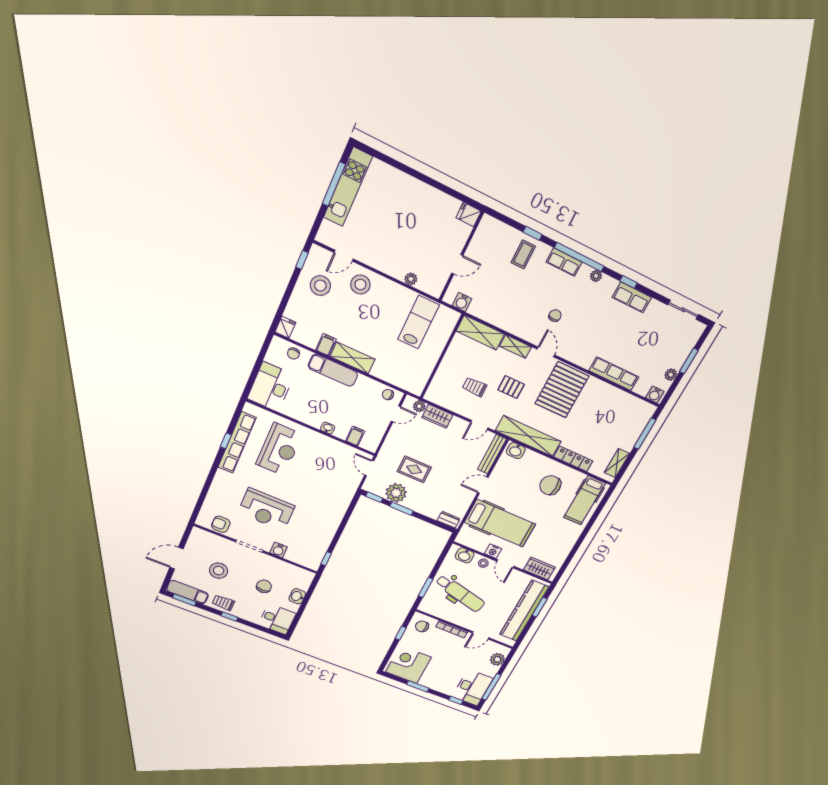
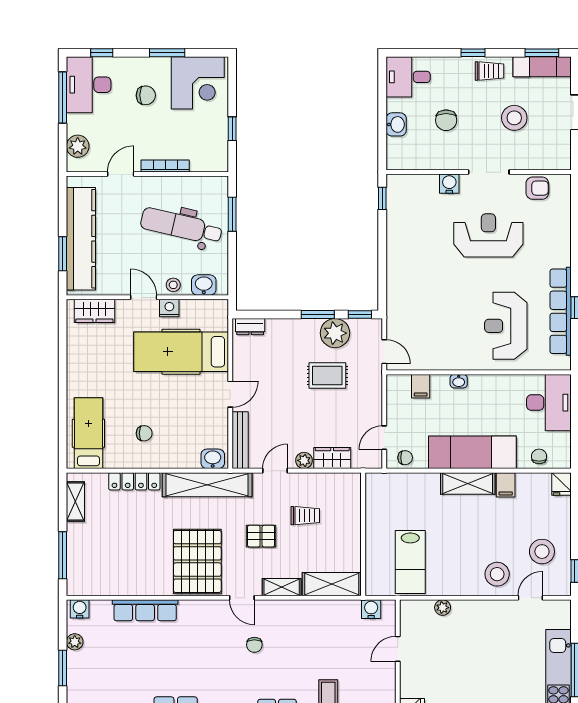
exam couch: (333, 370) -> (472, 452), width x1.36, depth x1.45
plant: (419, 406) -> (304, 460), moved
chair: (550, 485) -> (144, 433), width x0.54, depth x0.54
chair: (422, 626) -> (146, 95), moved

